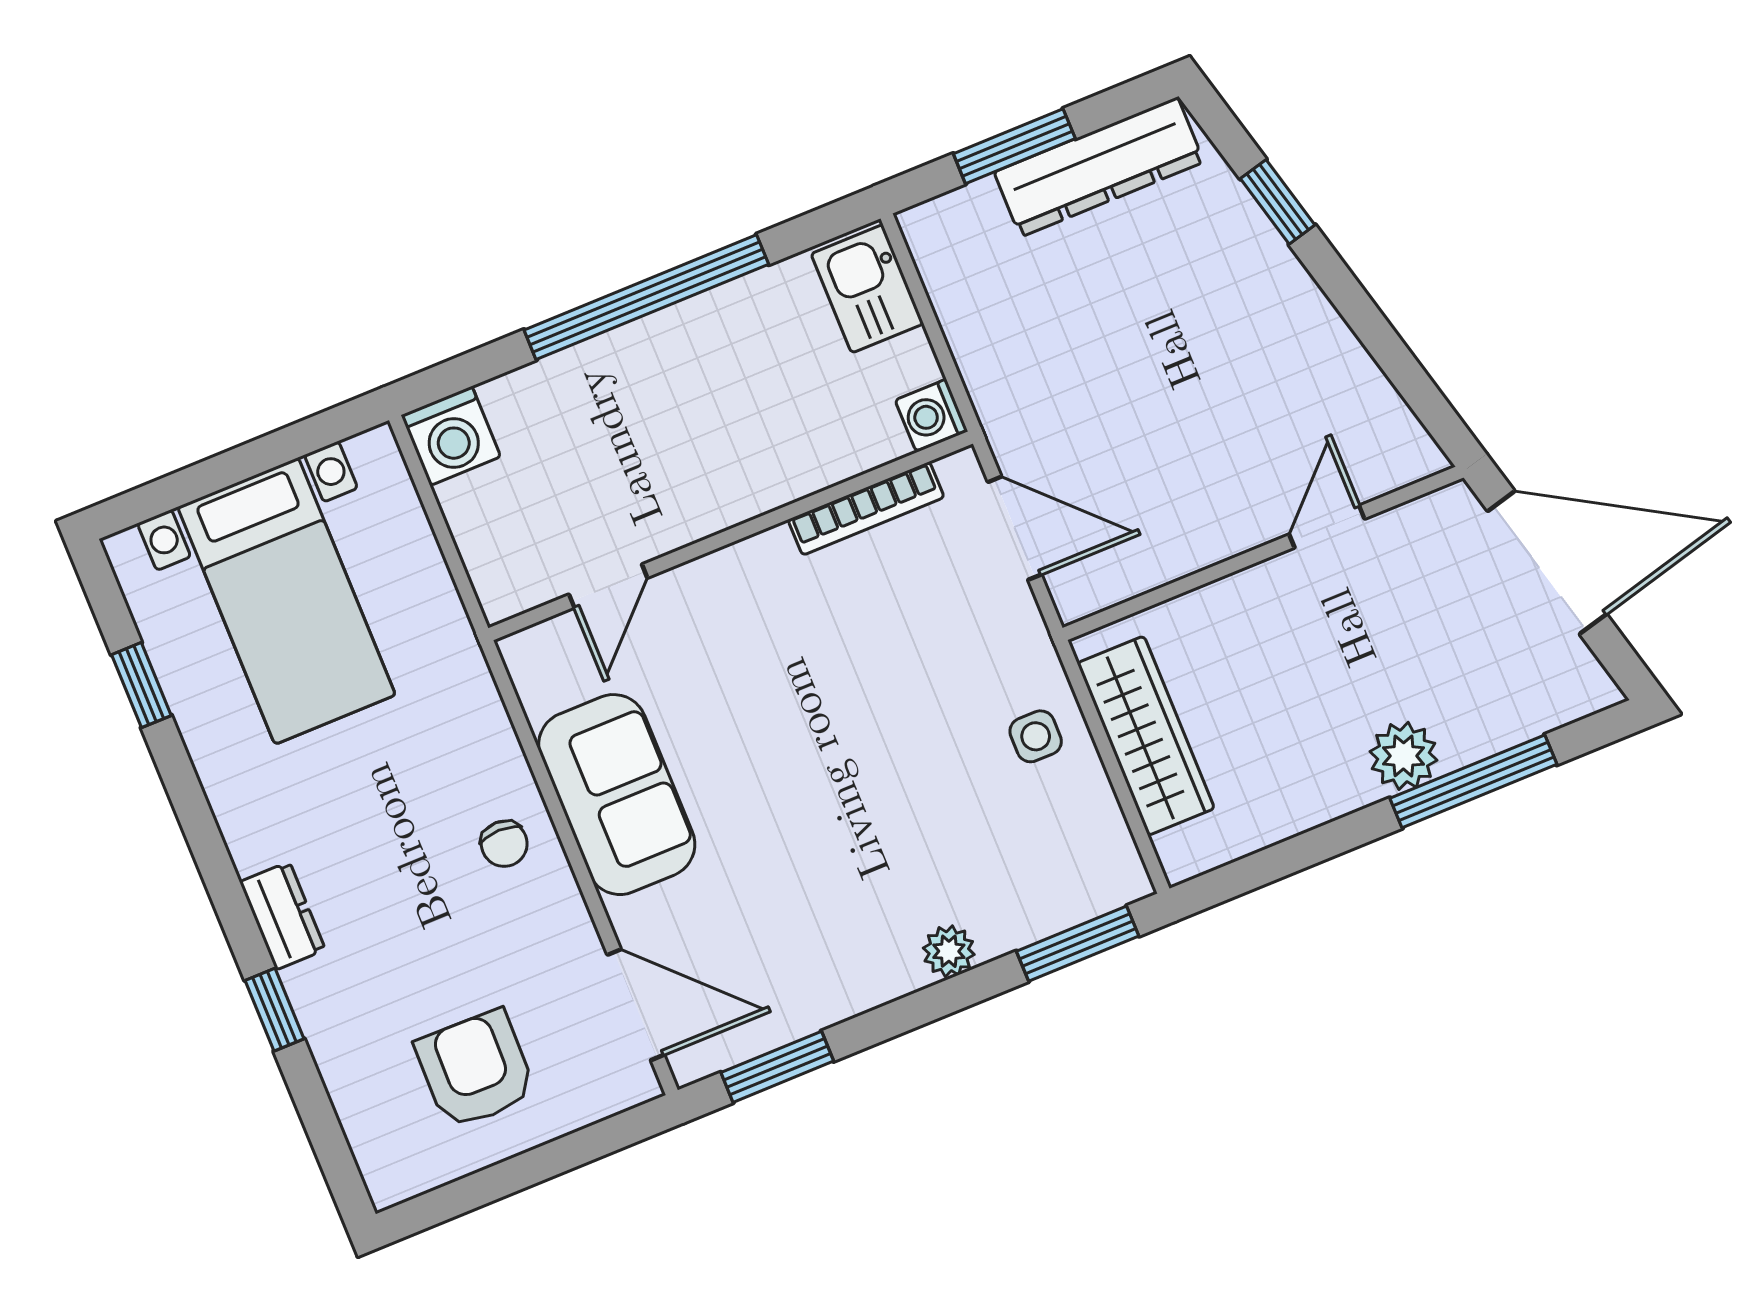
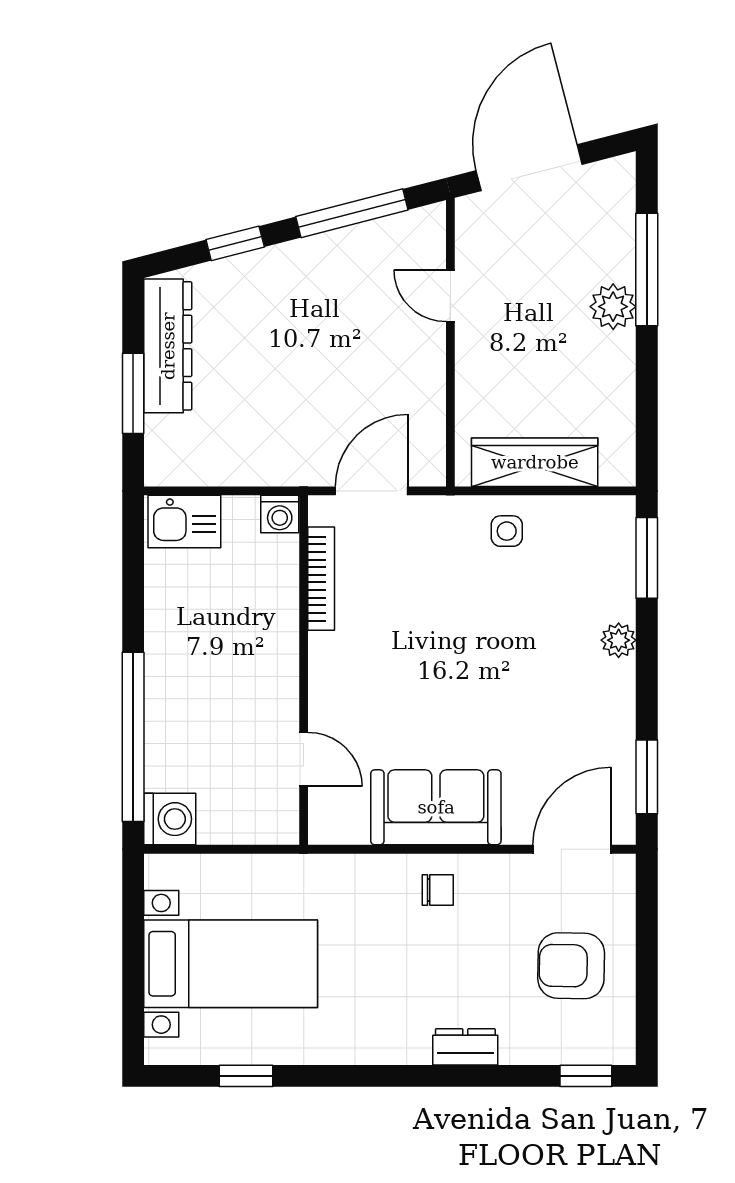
window: (646, 297) -> (133, 737), moved
window: (1385, 345) -> (352, 213), added
dresser: (282, 916) -> (465, 1047), moved
window: (275, 1010) -> (586, 1076), moved

